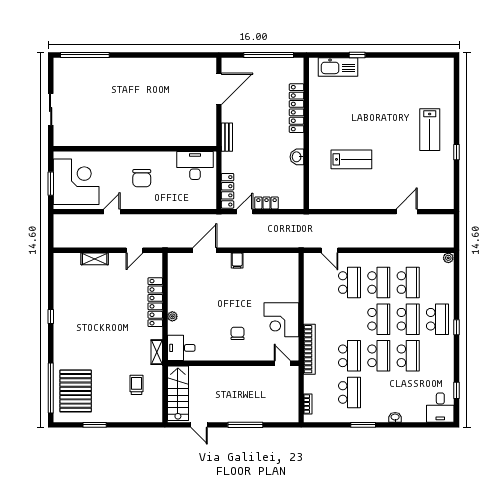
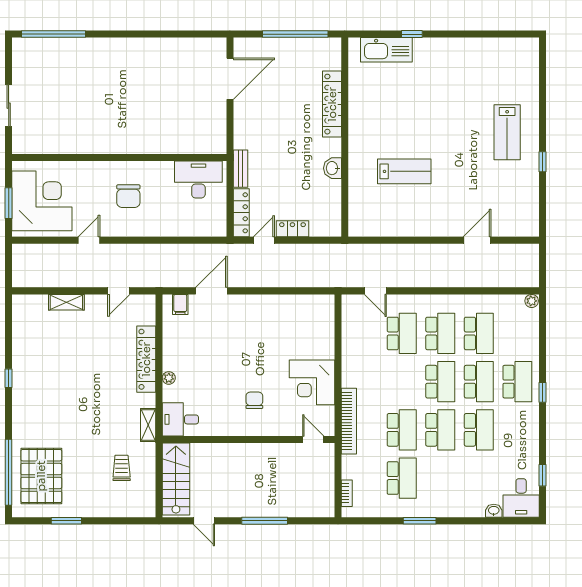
bench: (227, 137) -> (240, 169), moved
filing cabinet: (237, 260) -> (180, 304), moved
washbasin: (395, 417) -> (494, 511), moved

